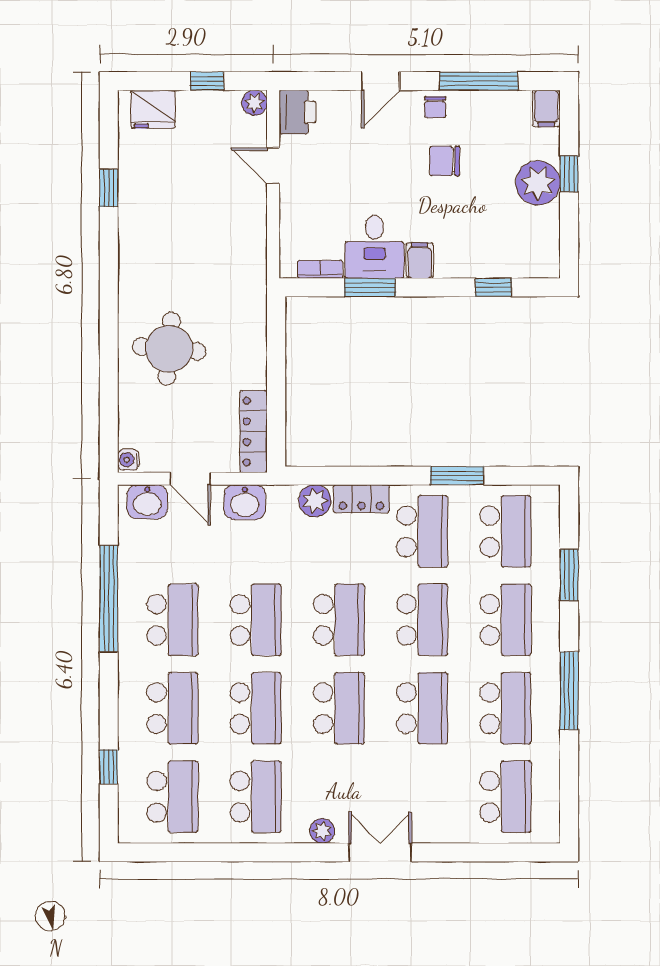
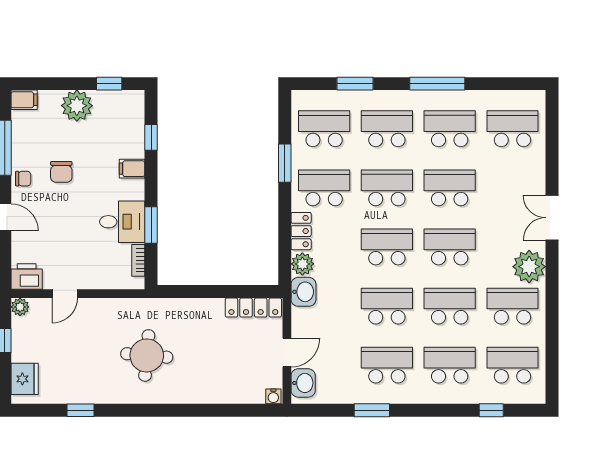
window: (569, 174) -> (109, 84), moved
filing cabinet: (420, 261) -> (132, 169), moved
round table: (169, 349) -> (147, 355), moved
washbasin: (245, 502) -> (303, 292), moved
window: (109, 599) -> (372, 410), width x0.47
plant: (322, 831) -> (529, 267), width x1.88, depth x1.88

